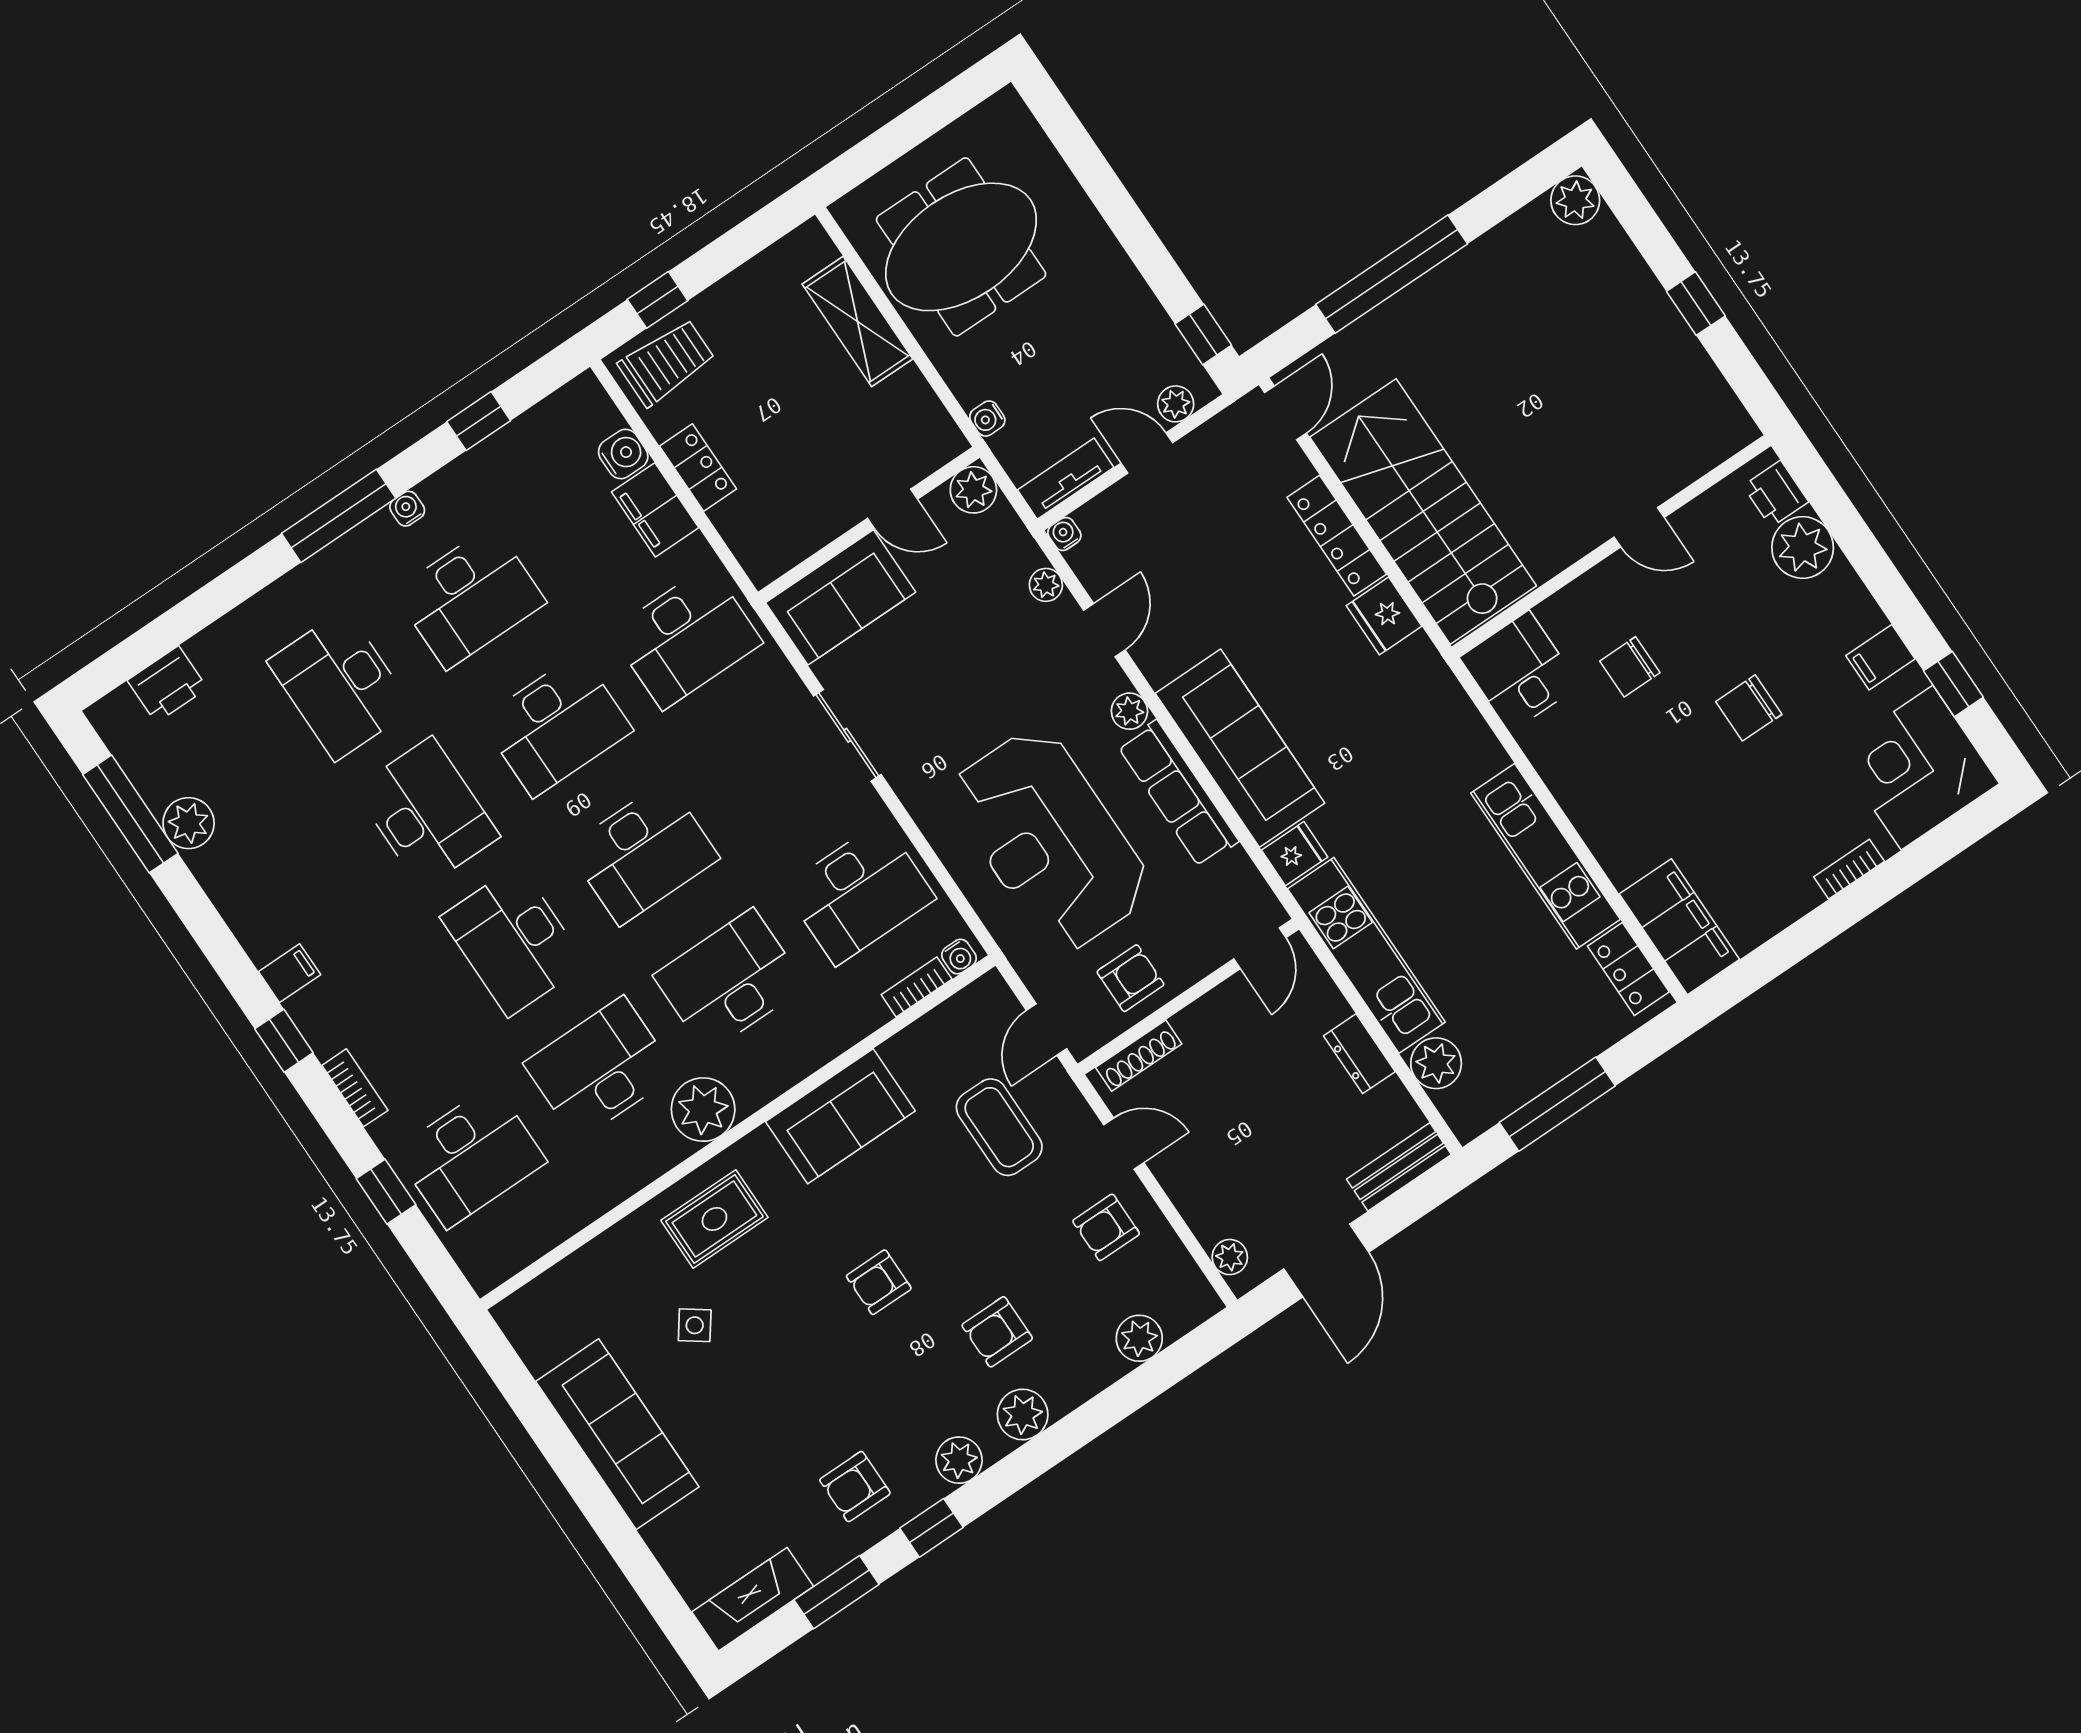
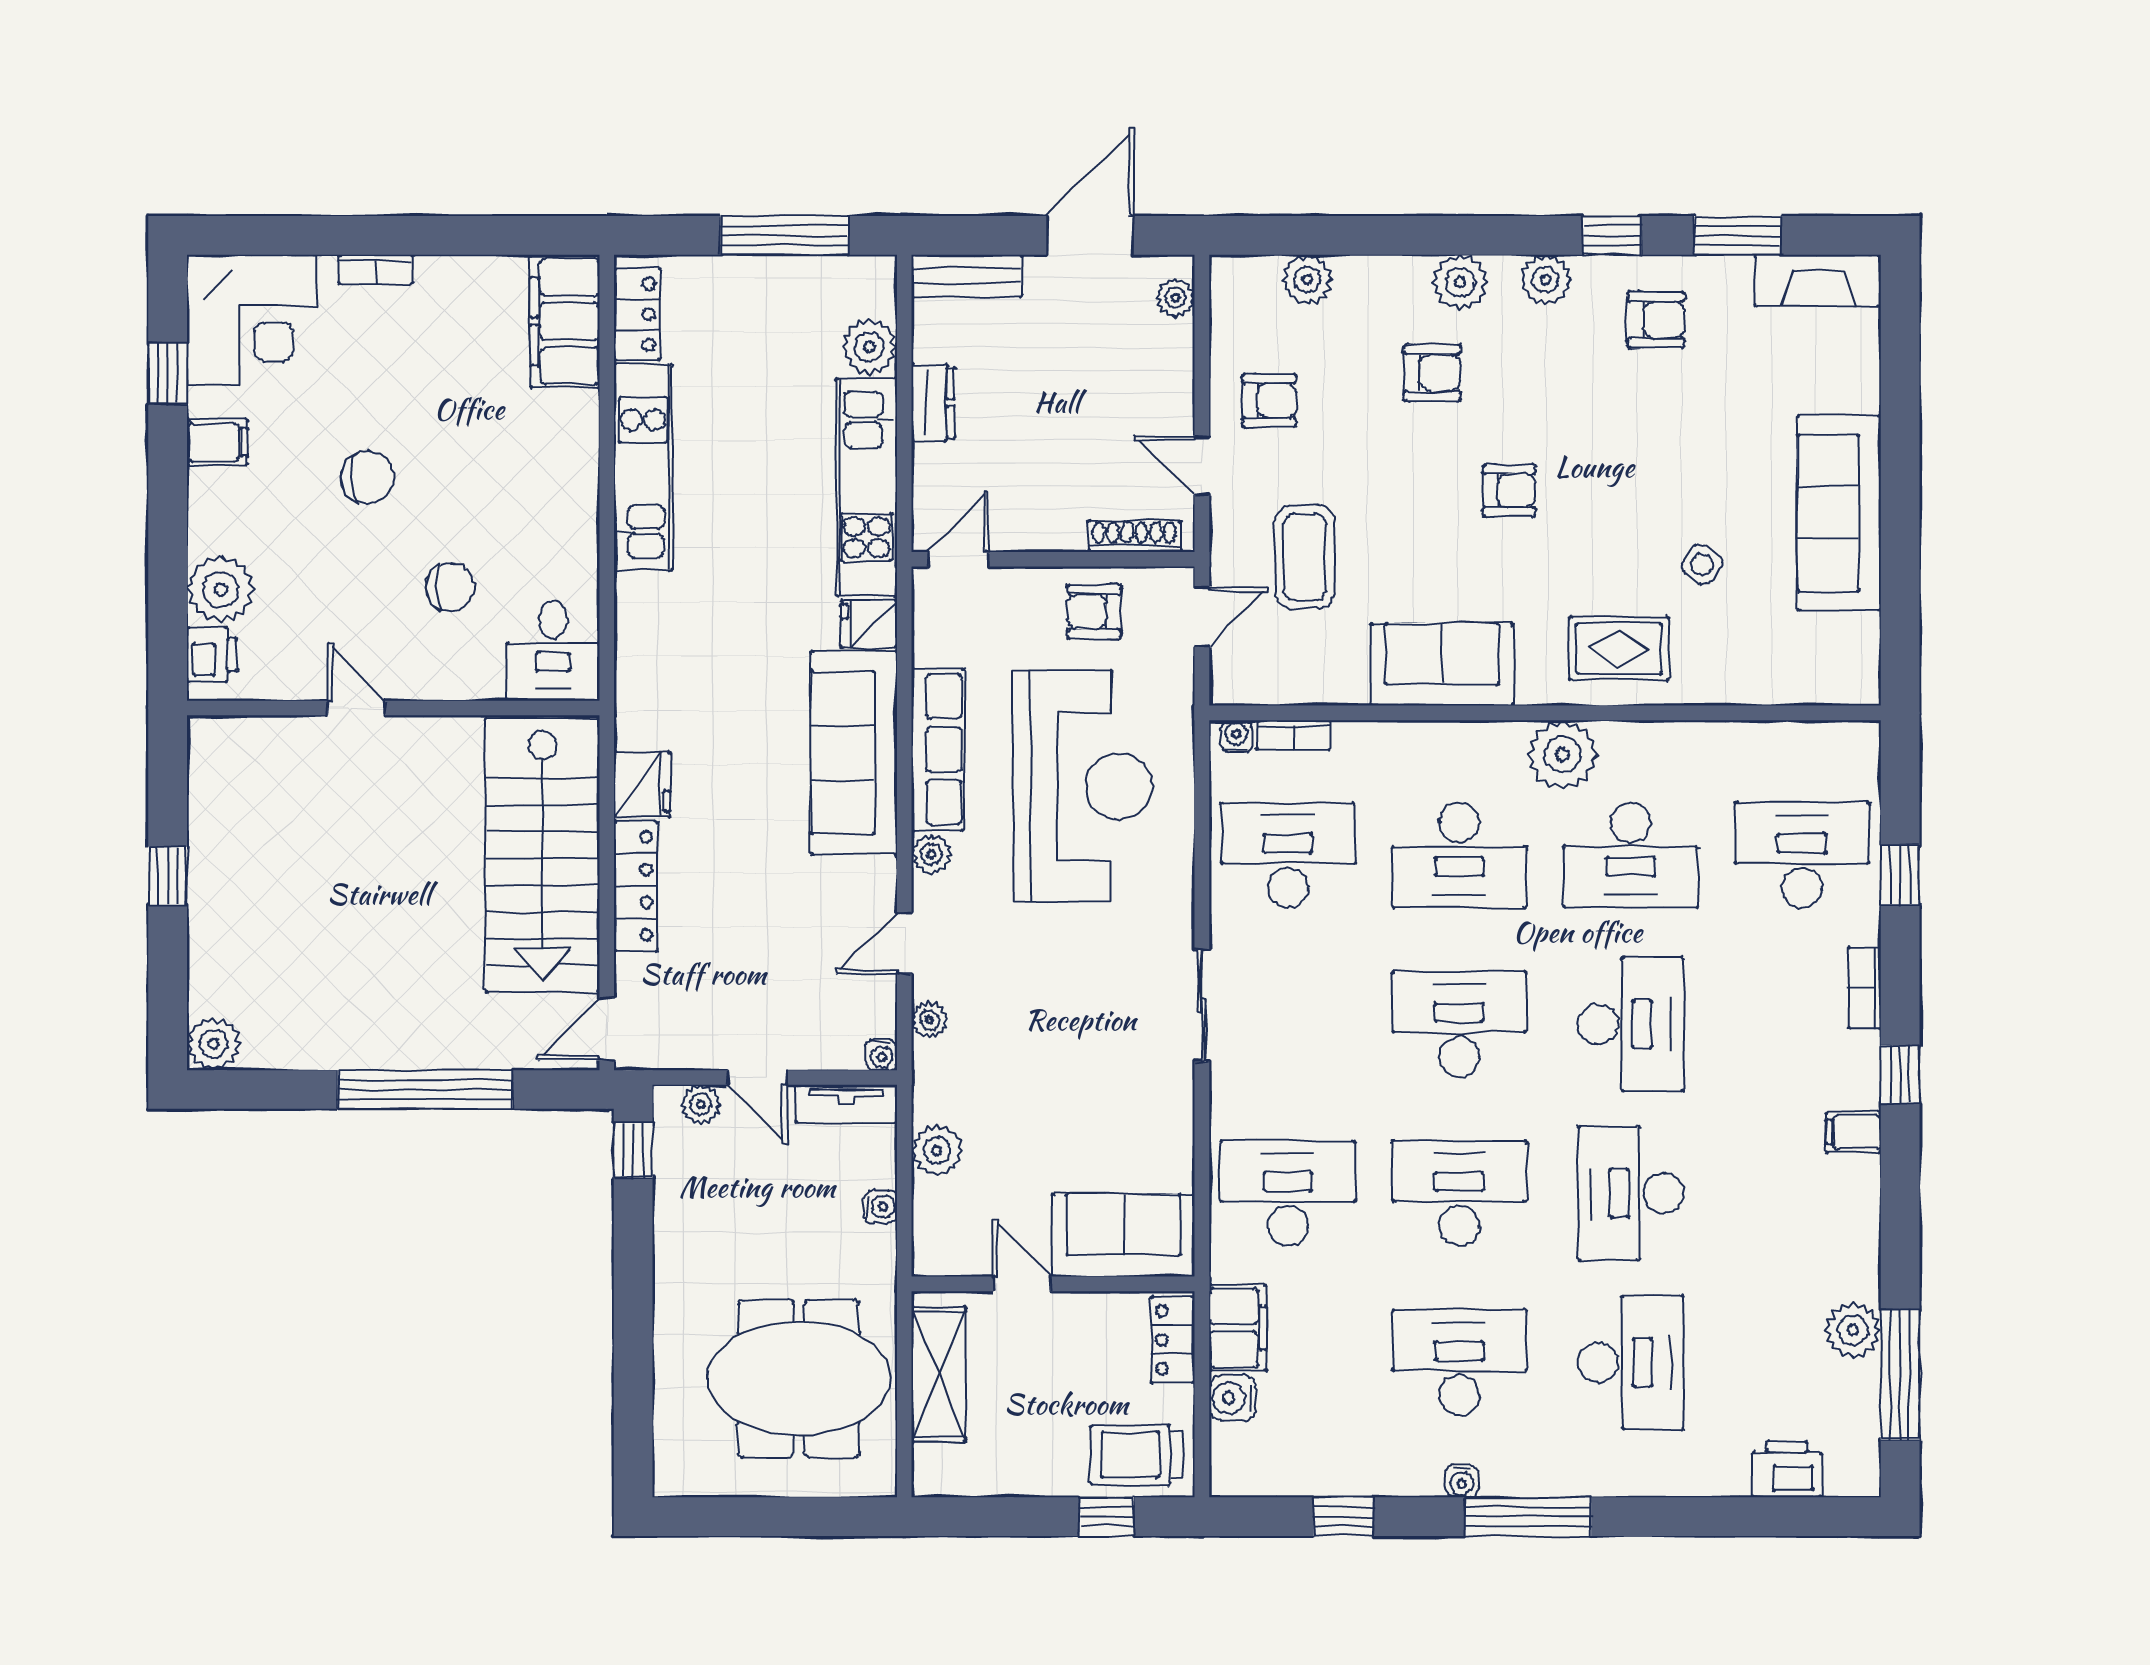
door: (893, 509) -> (1022, 1284), moved
wall: (869, 525) -> (1053, 1284), moved
sofa: (841, 597) -> (1123, 1235), moved

